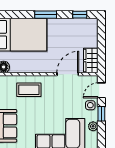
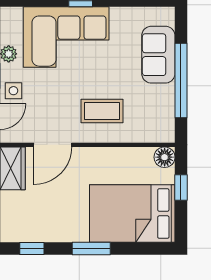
coffee table: (29, 90) -> (102, 111), moved

